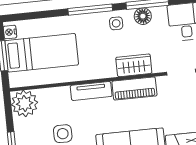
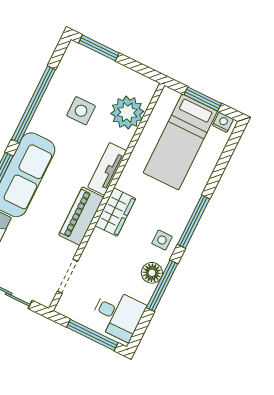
wardrobe: (134, 65) -> (115, 212), moved
plant: (25, 103) -> (127, 112), moved

